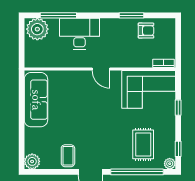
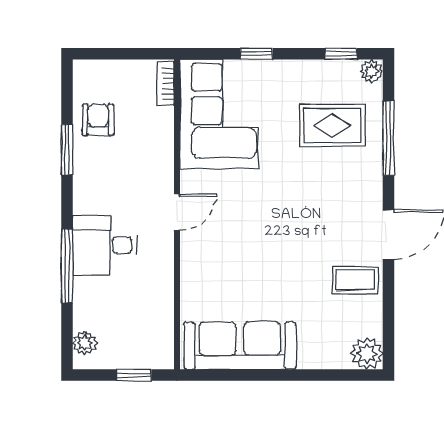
window: (58, 15) -> (67, 266), moved
plant: (37, 29) -> (85, 343), width x0.53, depth x0.53
desk: (79, 34) -> (105, 245), width x0.73
window: (22, 48) -> (134, 375), added
window: (137, 172) -> (388, 138), width x0.68

